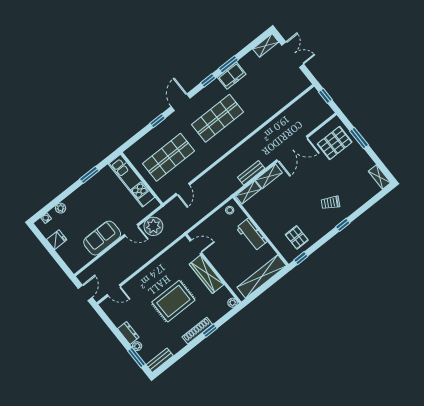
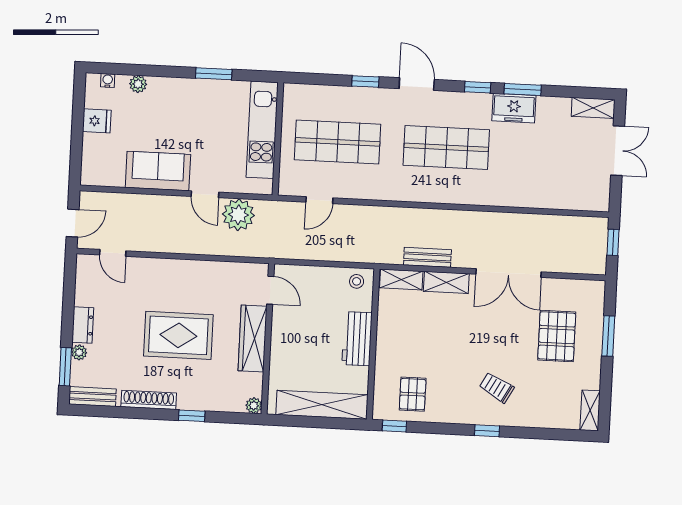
door: (181, 102) -> (417, 84), hinge flipped
pallet: (335, 143) -> (557, 336), moved, turned 90
shoe rack: (197, 331) -> (149, 400), moved

